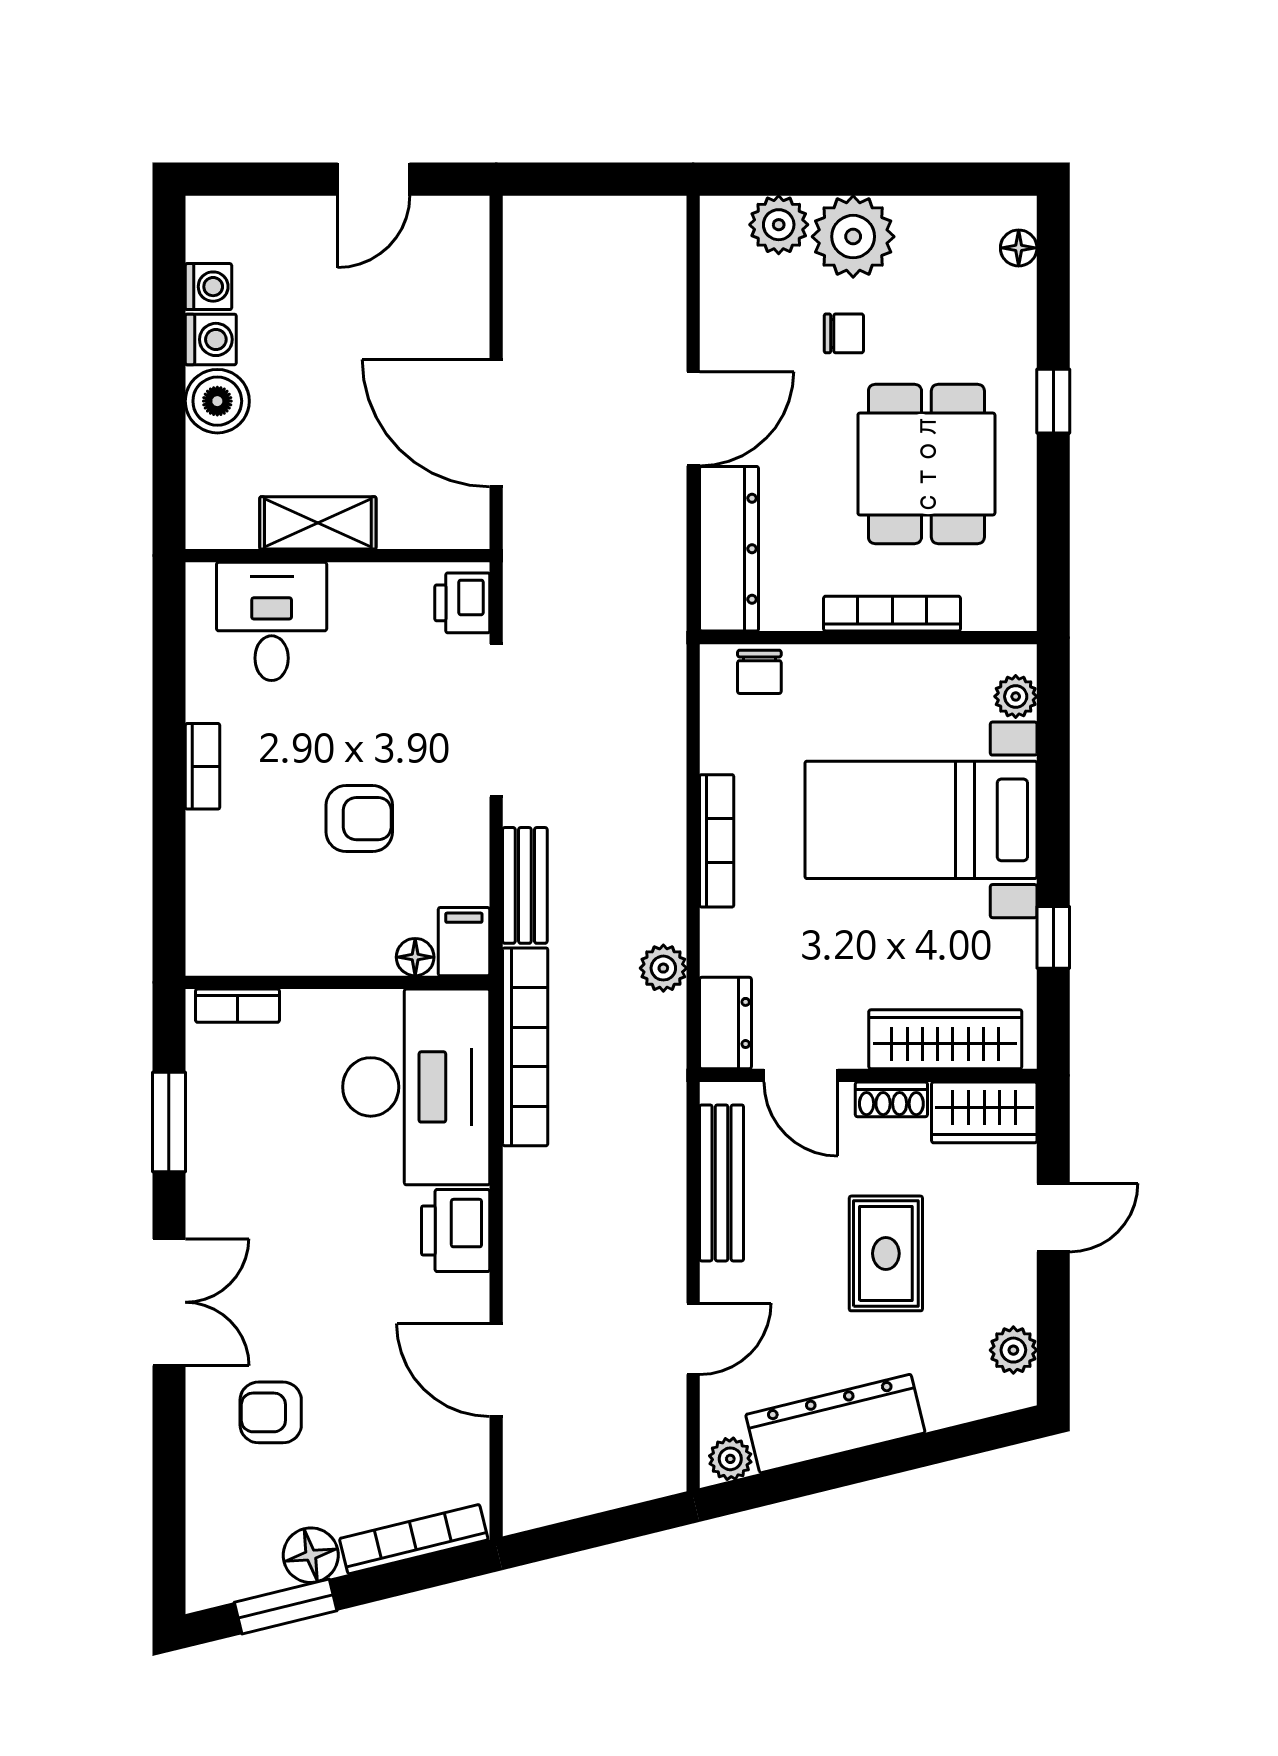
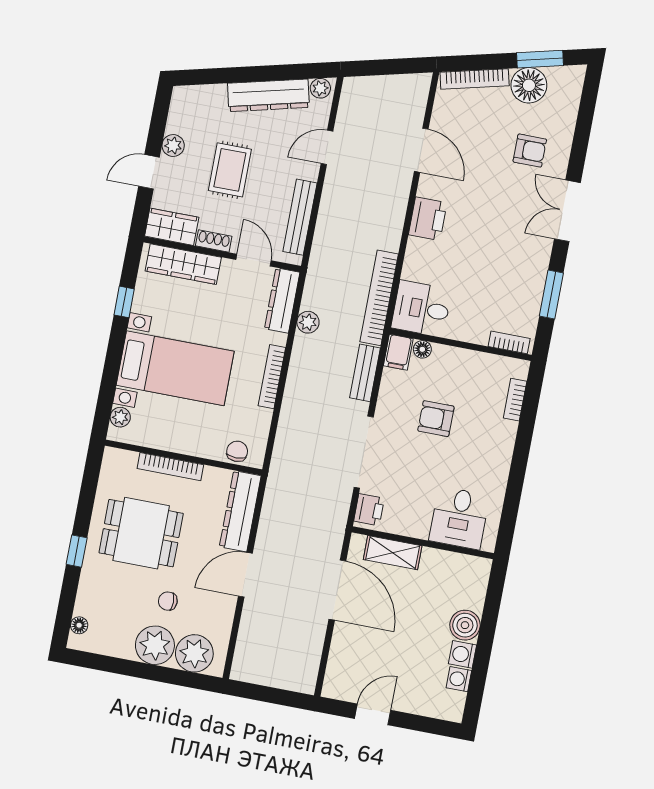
plant: (779, 225) -> (194, 653), width x1.36, depth x1.36
dining table: (926, 464) -> (141, 533), turned 90
shelving: (318, 523) -> (393, 553), moved
bookcase: (203, 766) -> (515, 400), moved
dresser: (725, 1023) -> (282, 300), width x1.44
desk: (416, 1087) -> (421, 309), width x0.53, depth x0.77
plant: (1013, 1350) -> (173, 145), moved
floor lamp: (311, 1555) -> (529, 85), width x1.38, depth x1.38

